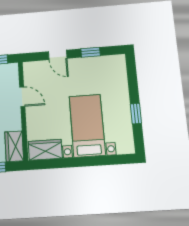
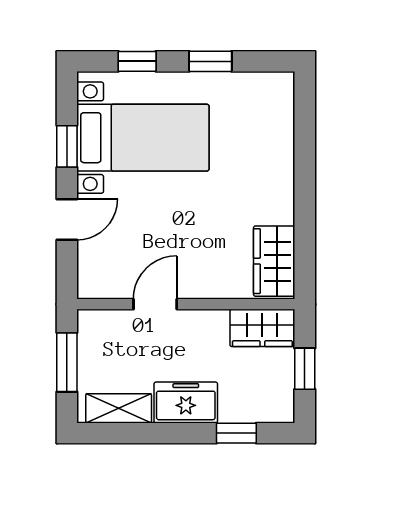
window: (132, 80) -> (137, 61), added
bed with nightstands: (87, 126) -> (143, 138), moved, turned 180

